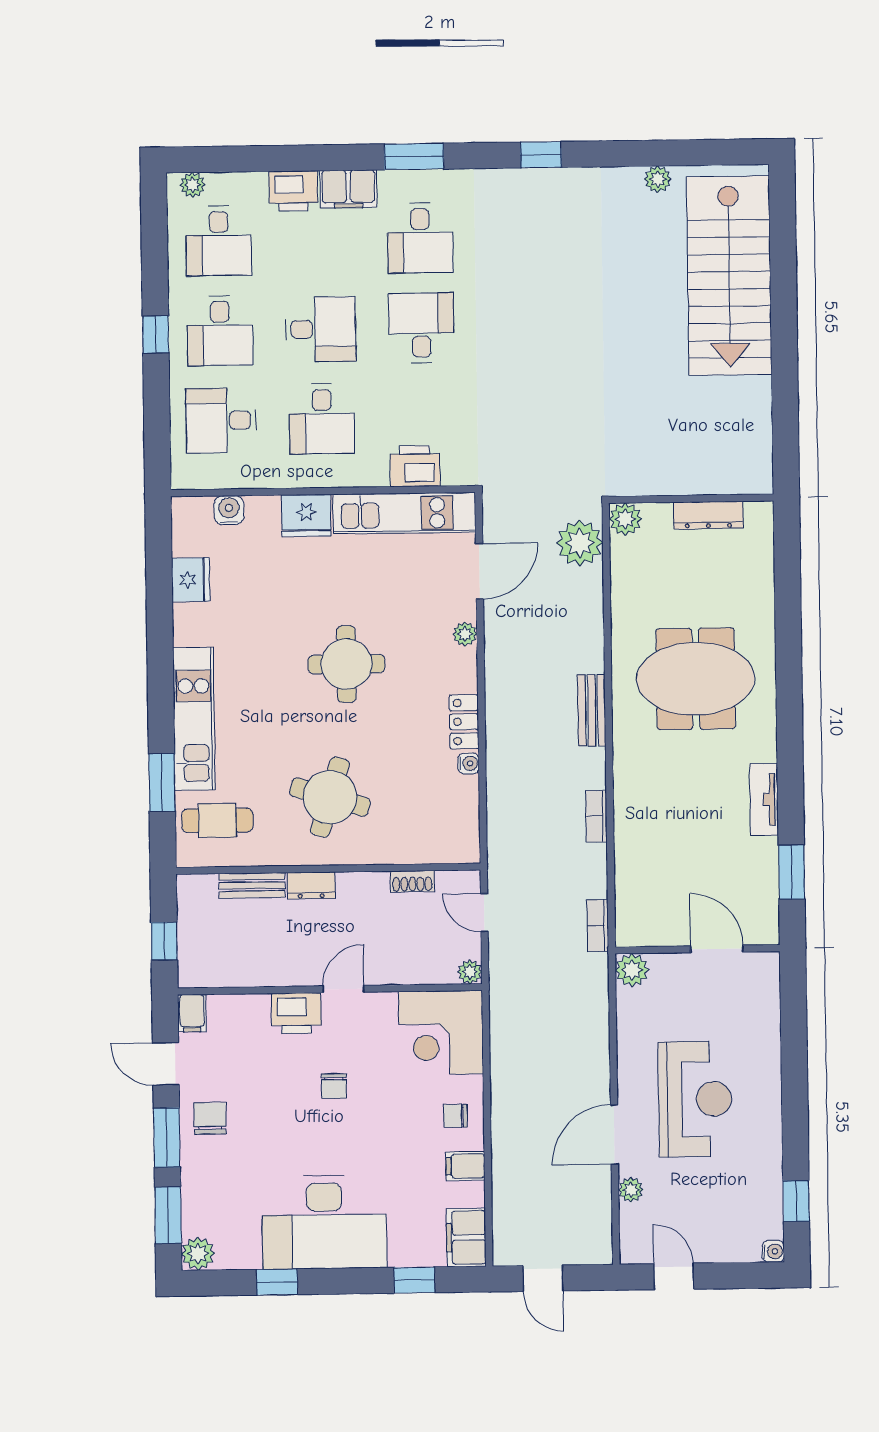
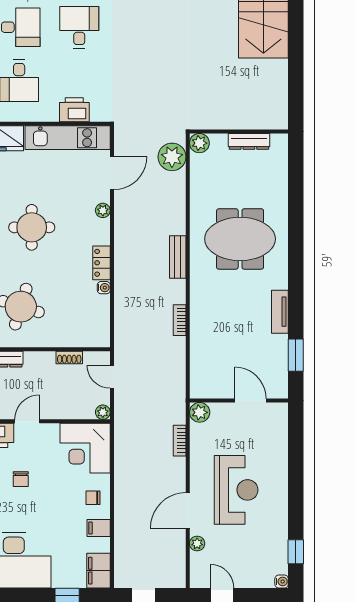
bookcase: (598, 926) -> (180, 441), moved

